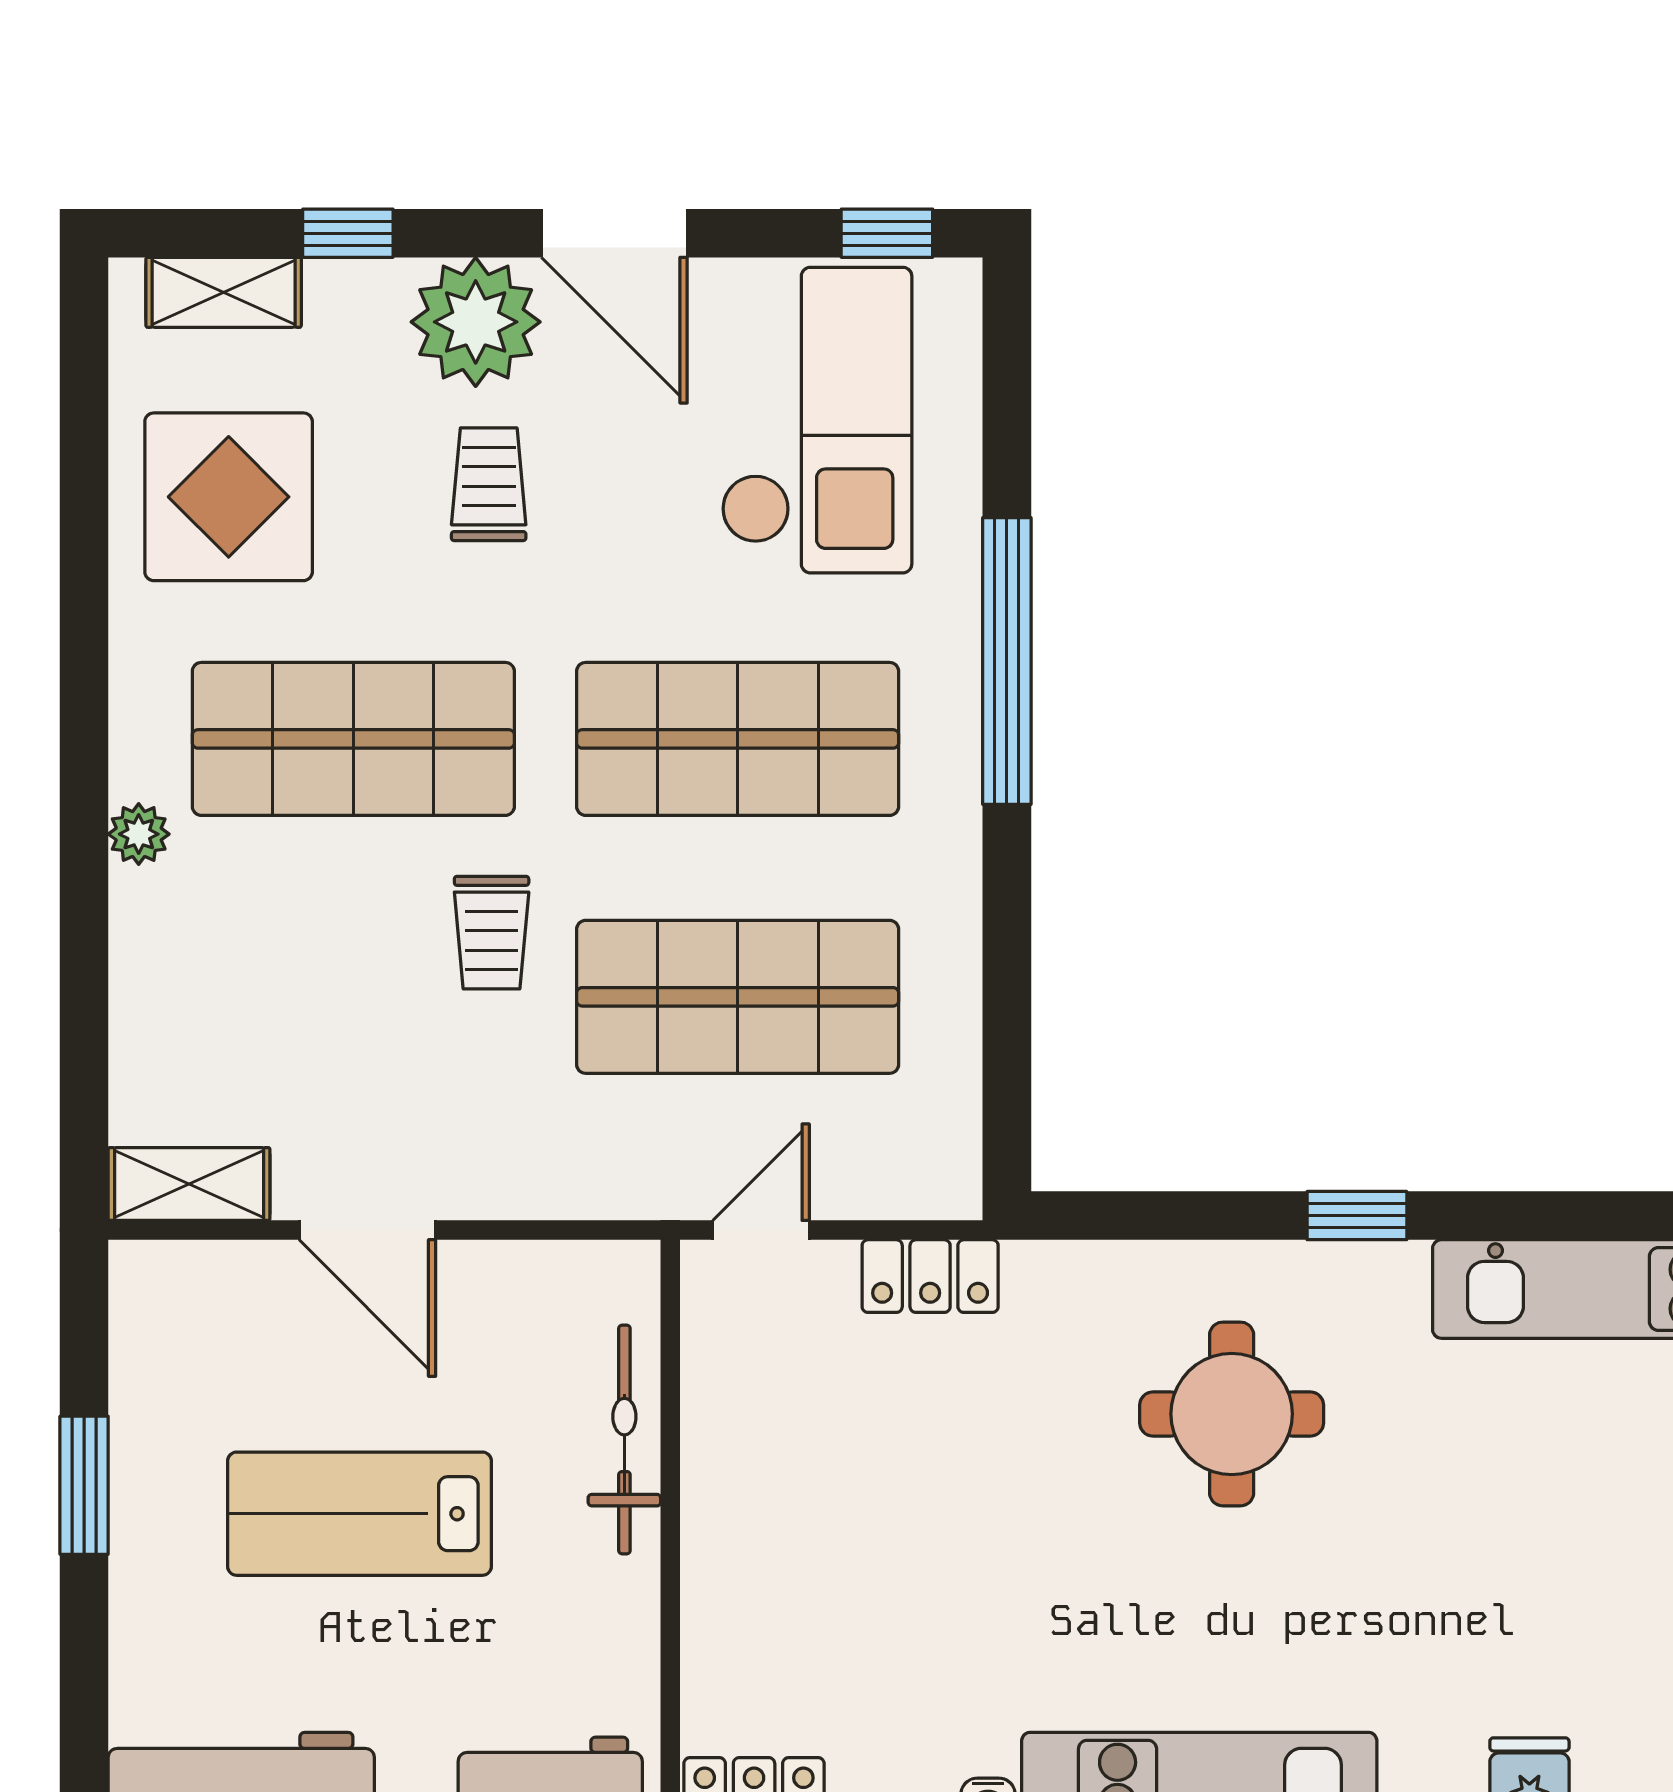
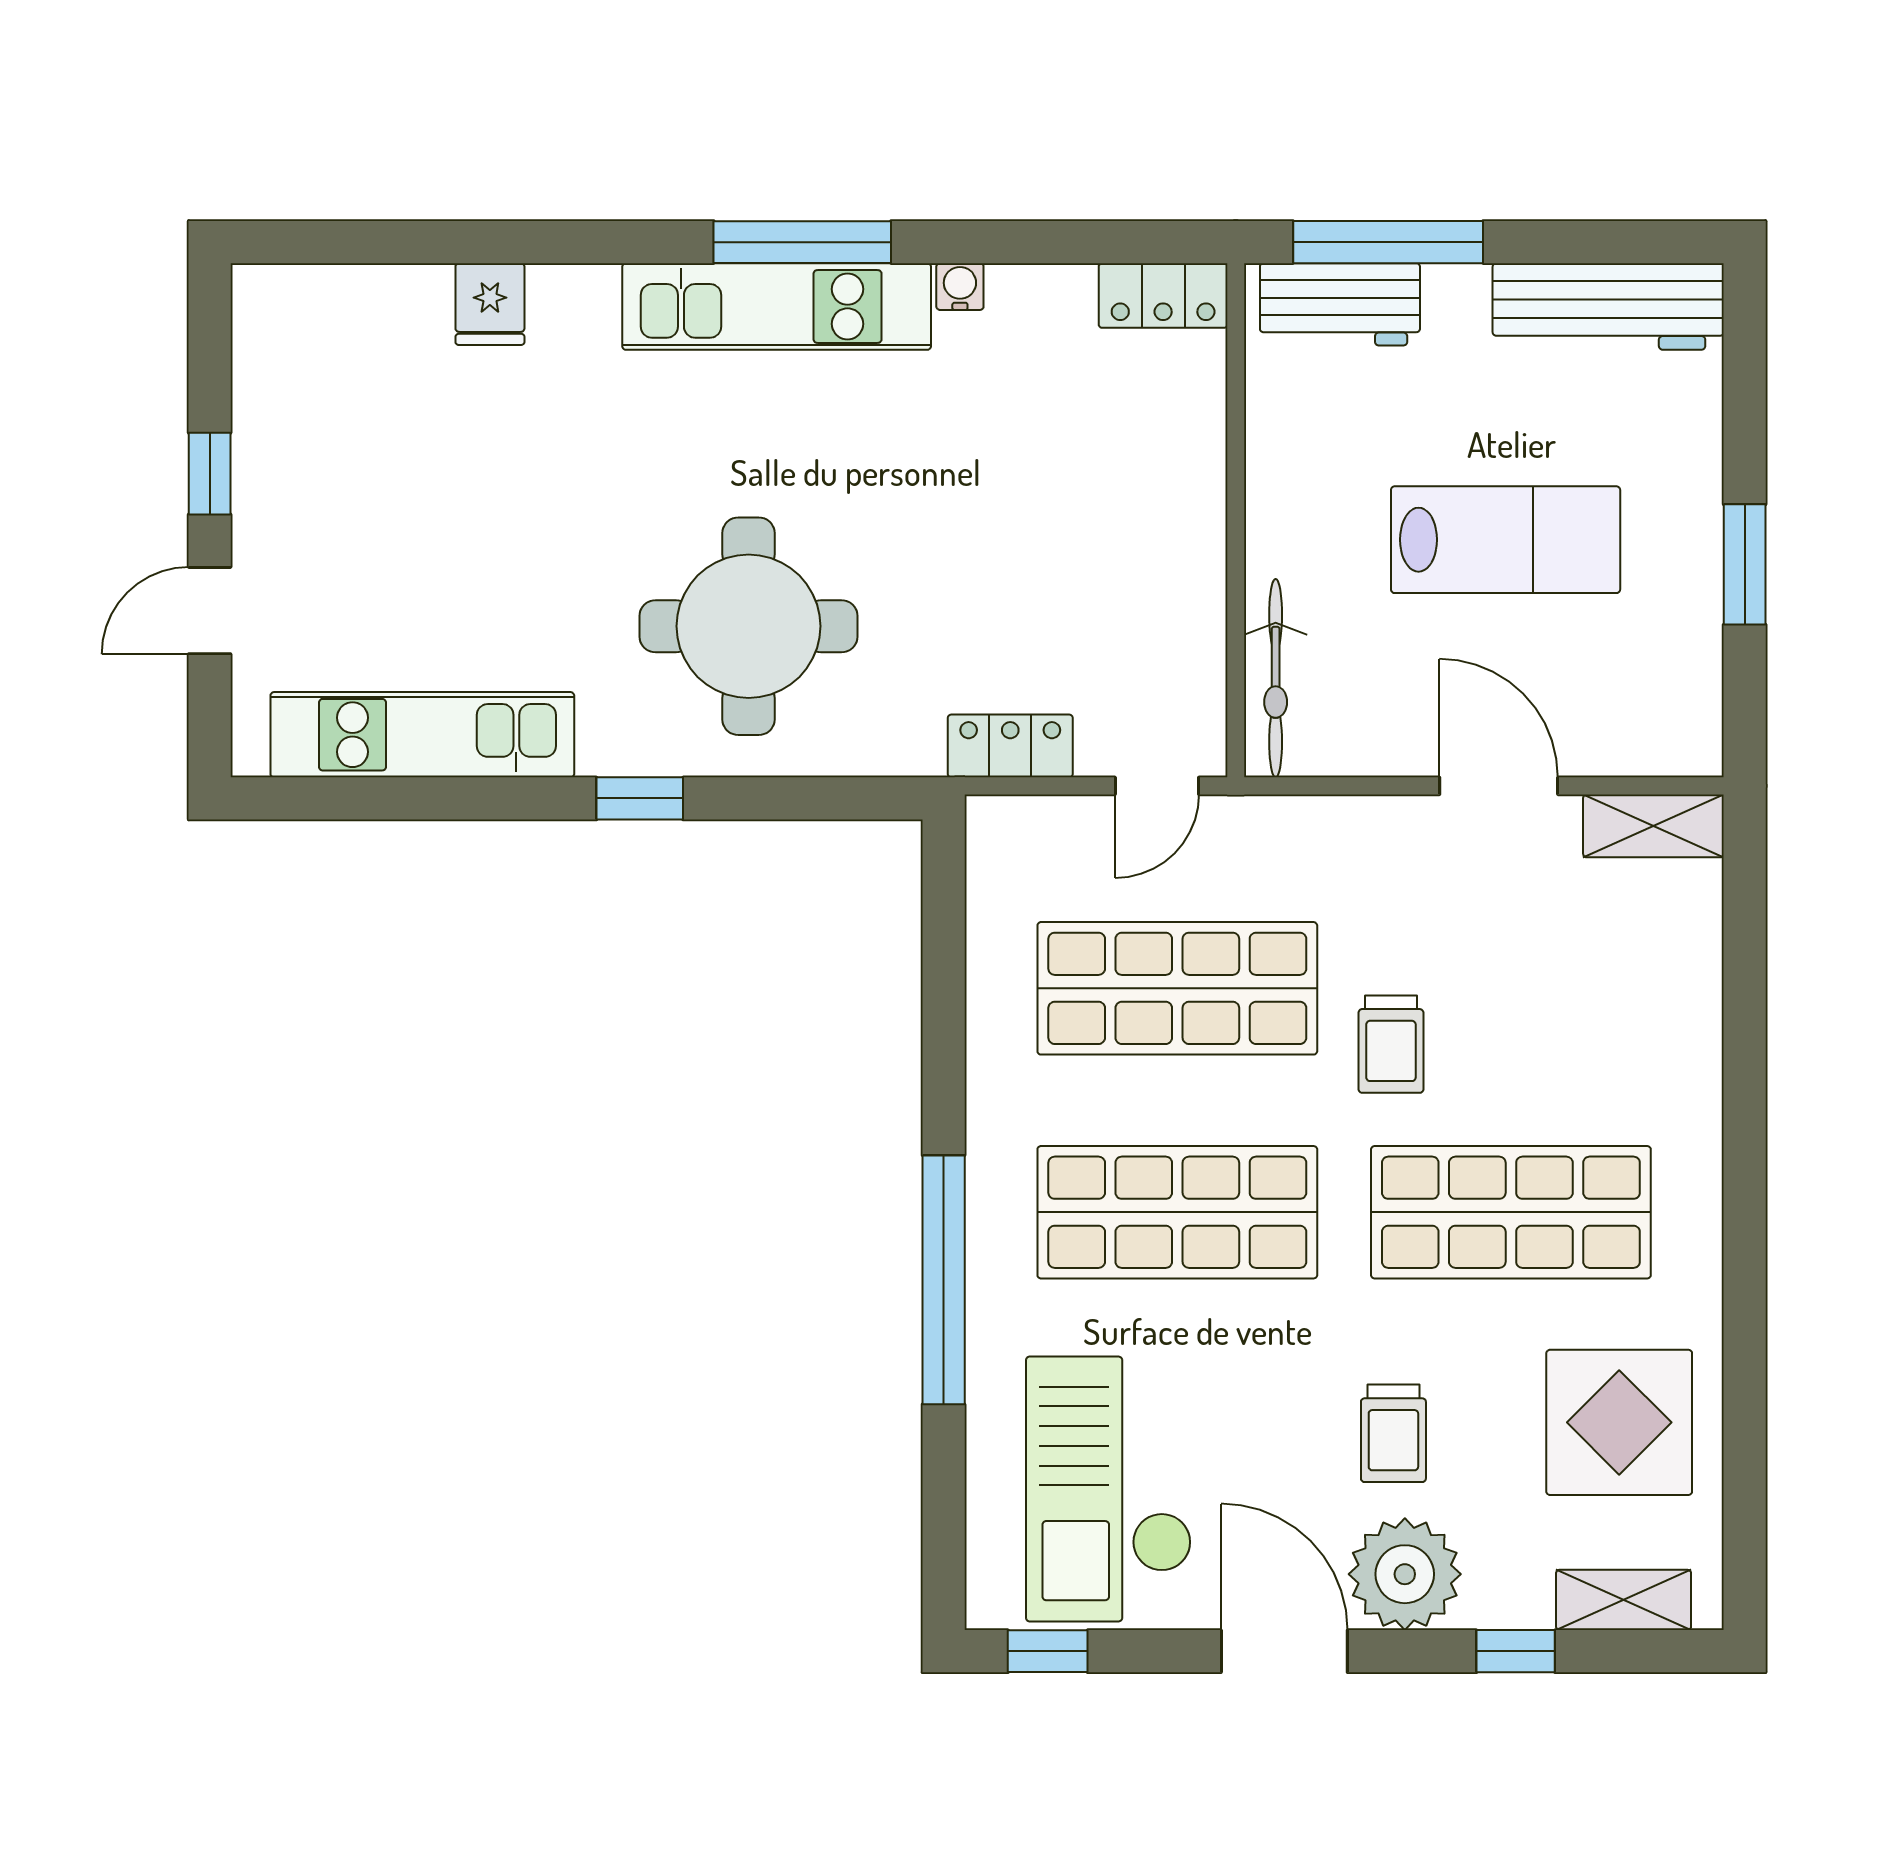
plant: (139, 834) -> (1697, 1130), removed
trolley: (492, 933) -> (1391, 1044), turned 180
round table: (1232, 1414) -> (749, 626), width x1.36, depth x1.36
bicycle: (624, 1439) -> (1276, 678), moved

